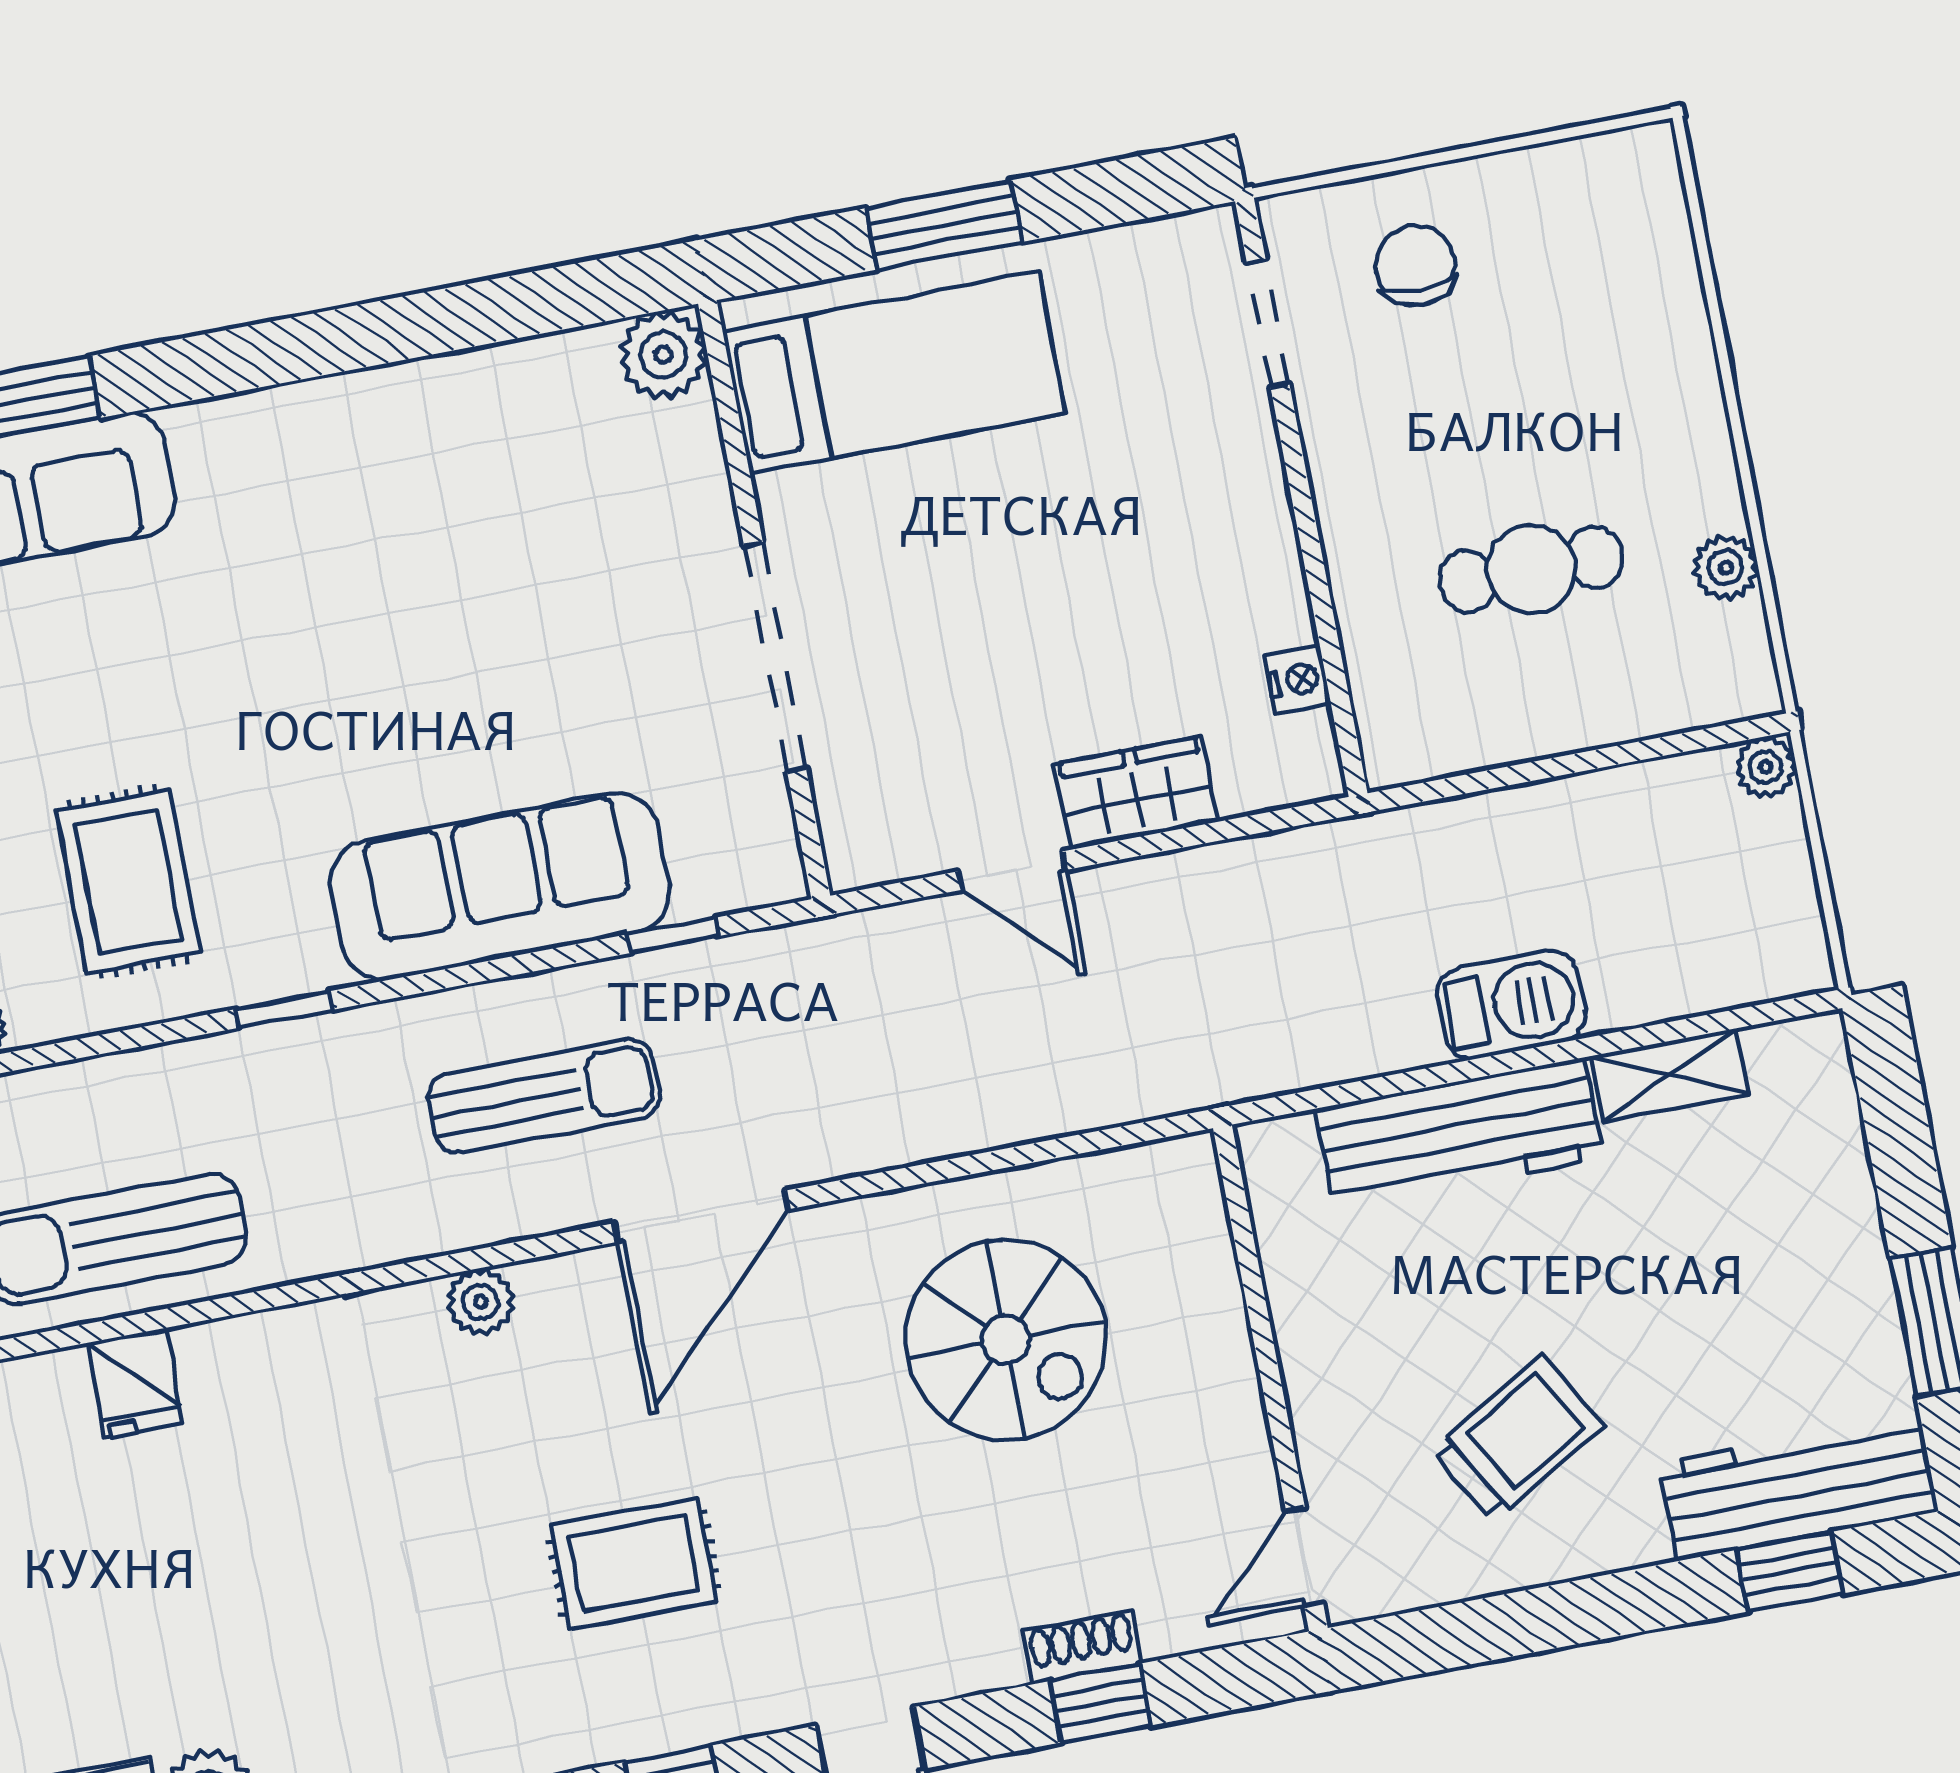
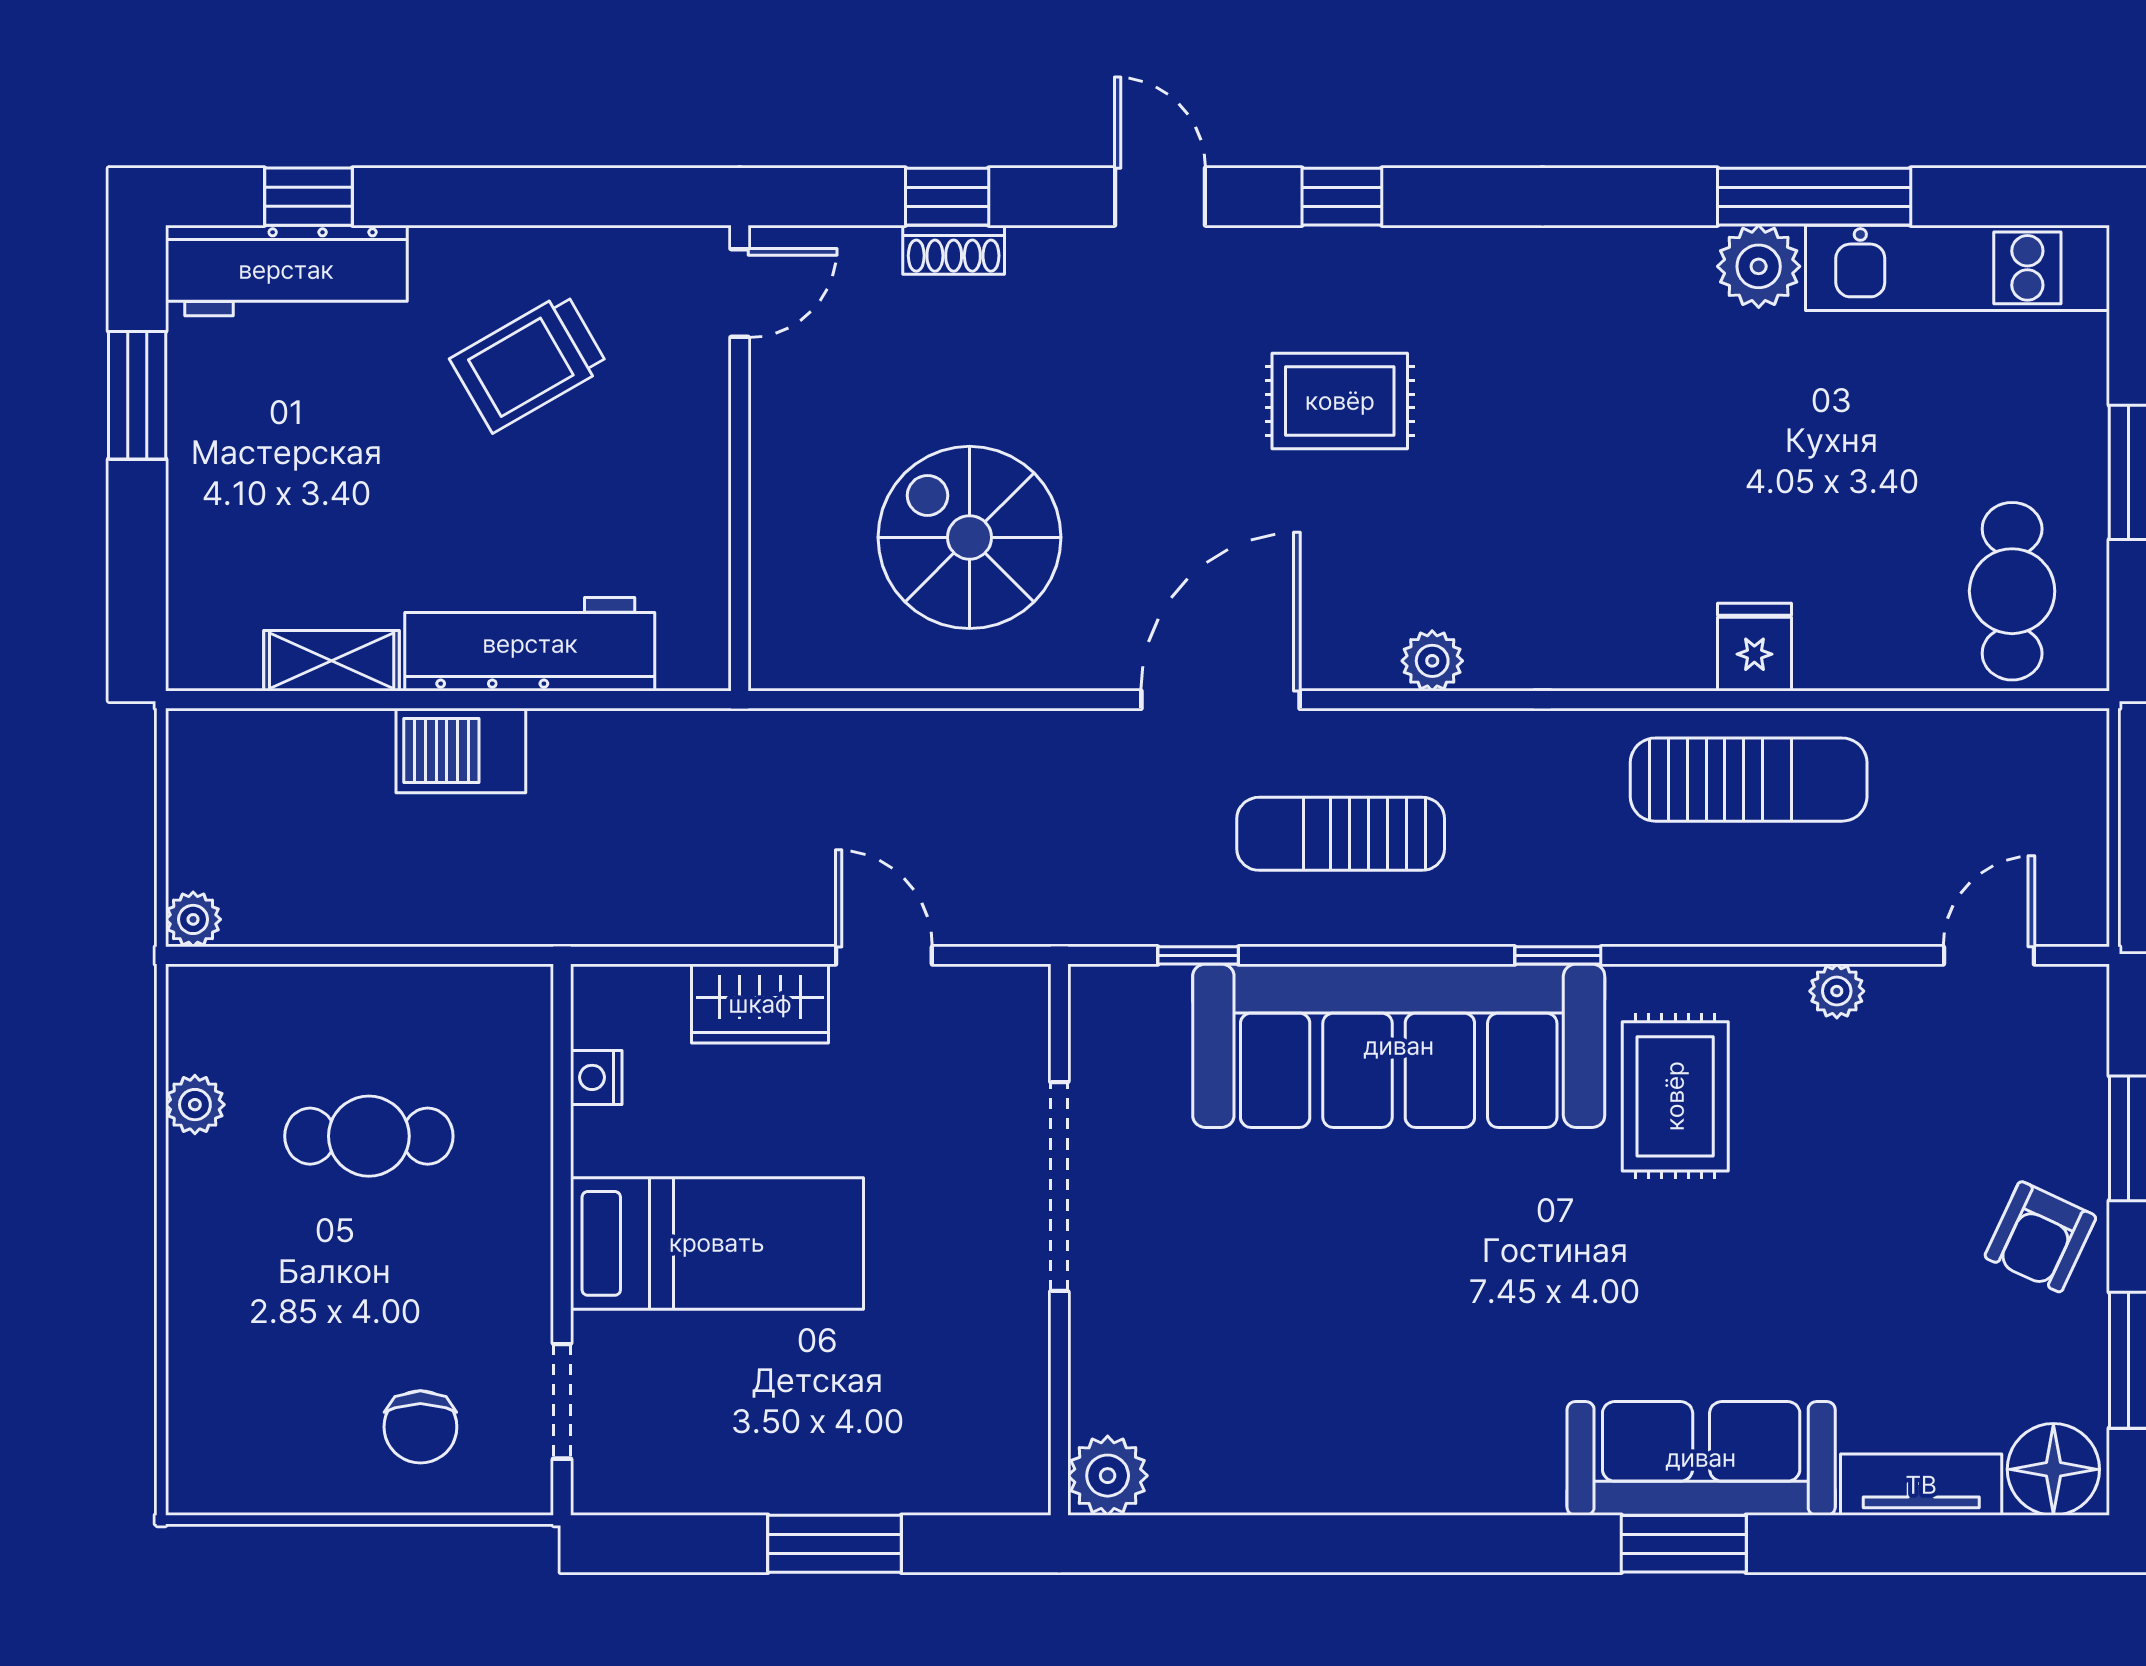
bed: (894, 372) -> (717, 1243), moved, turned 180
sofa: (500, 887) -> (1399, 1046), width x1.36, depth x1.27

